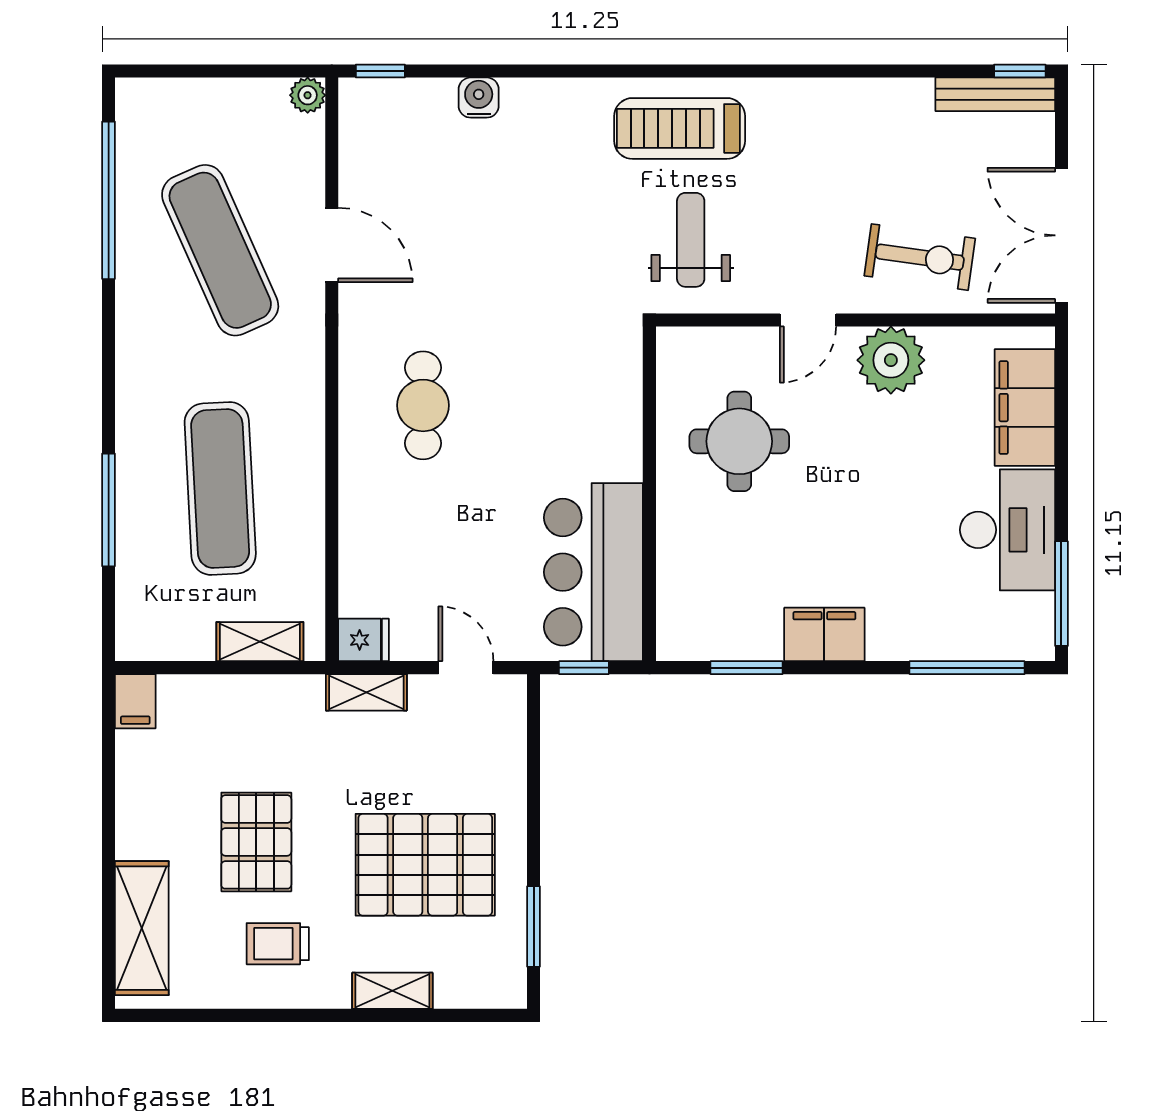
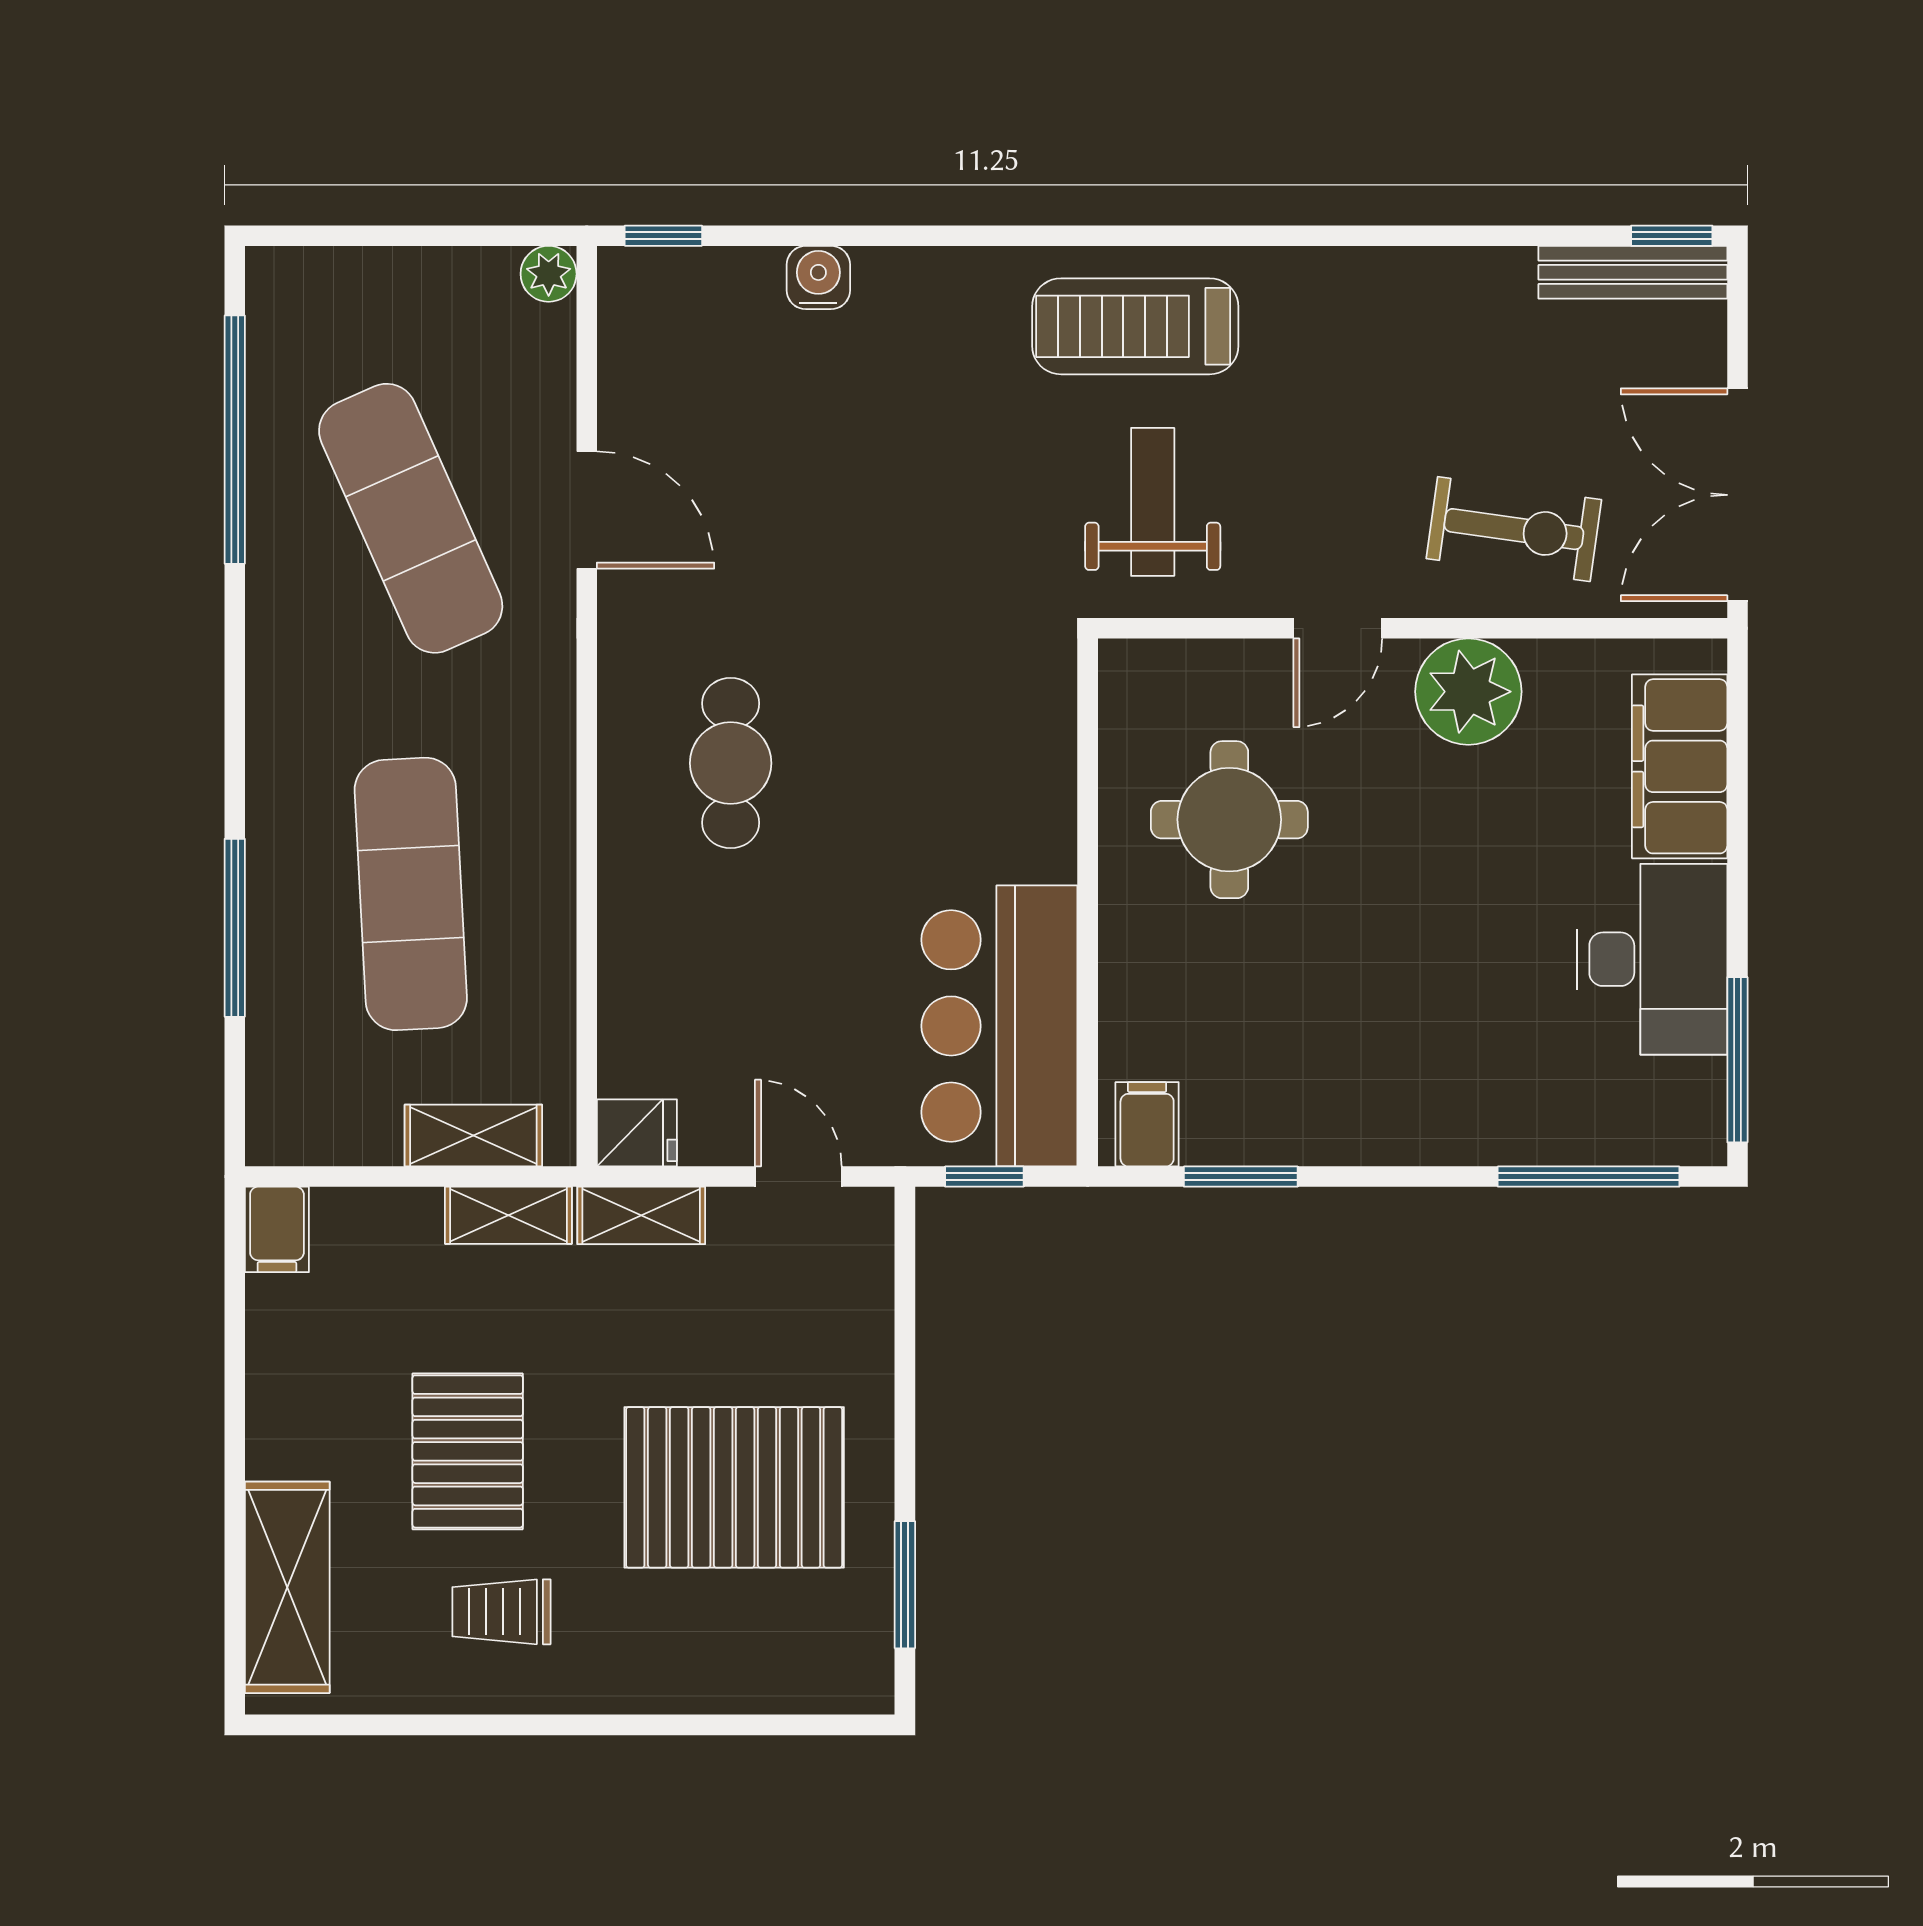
filing cabinet: (824, 634) -> (1147, 1124), moved, width x0.50
shelving: (392, 991) -> (508, 1215), moved

